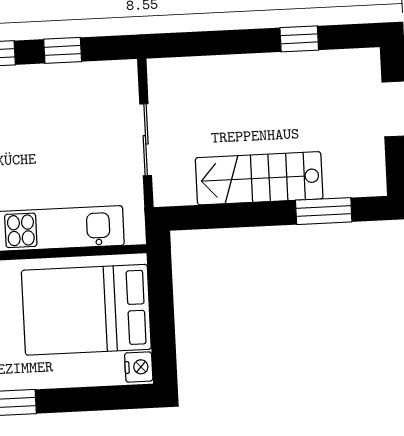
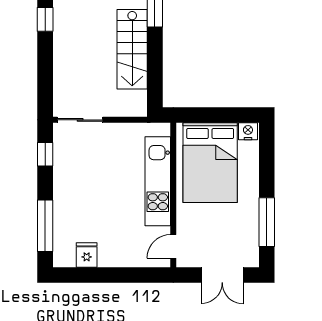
window: (63, 50) -> (45, 154), moved
sliding door: (146, 140) -> (80, 120), moved

